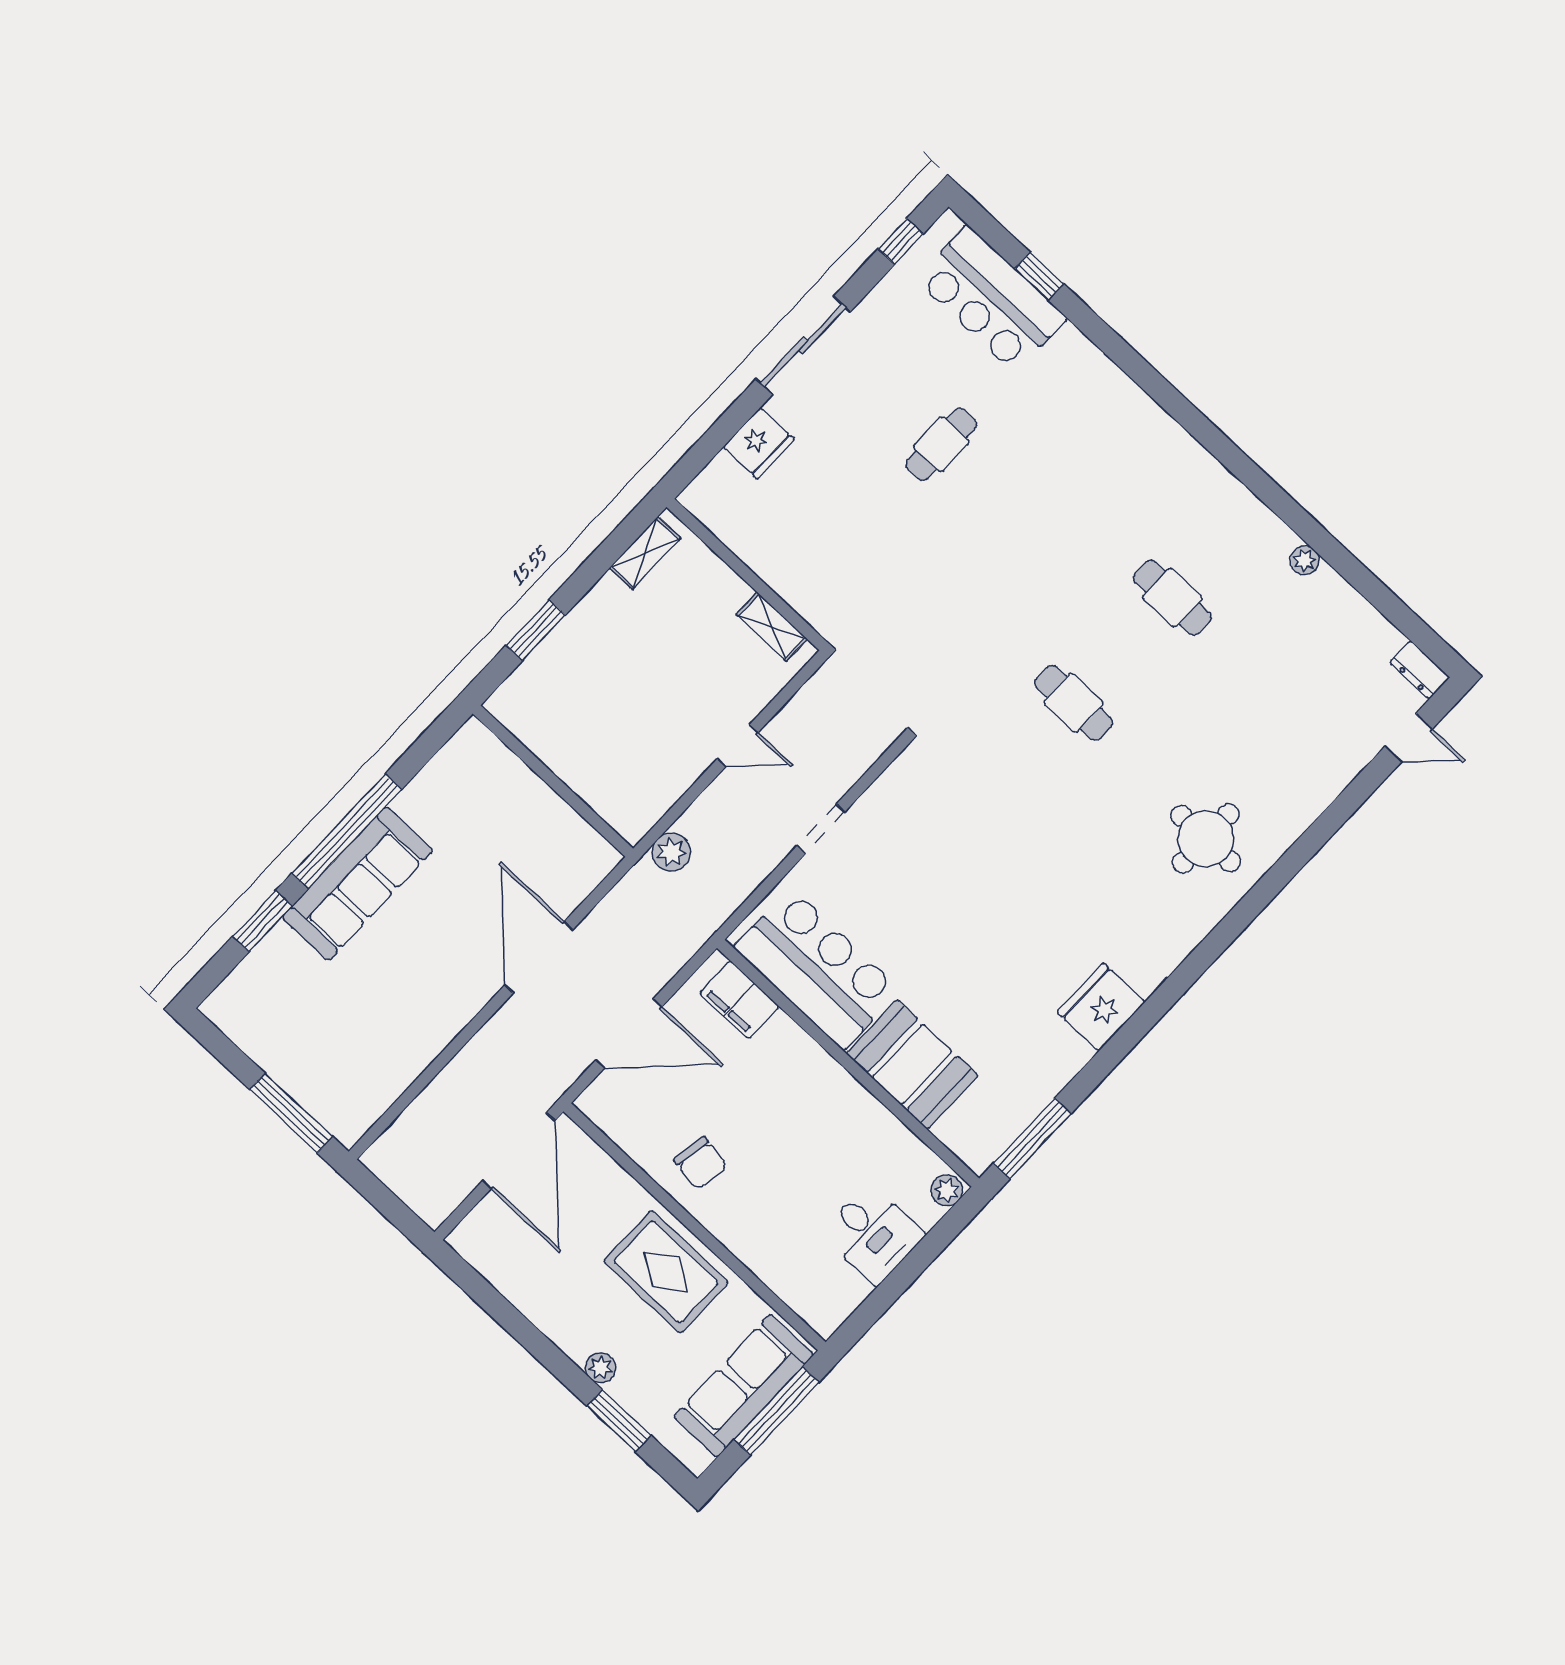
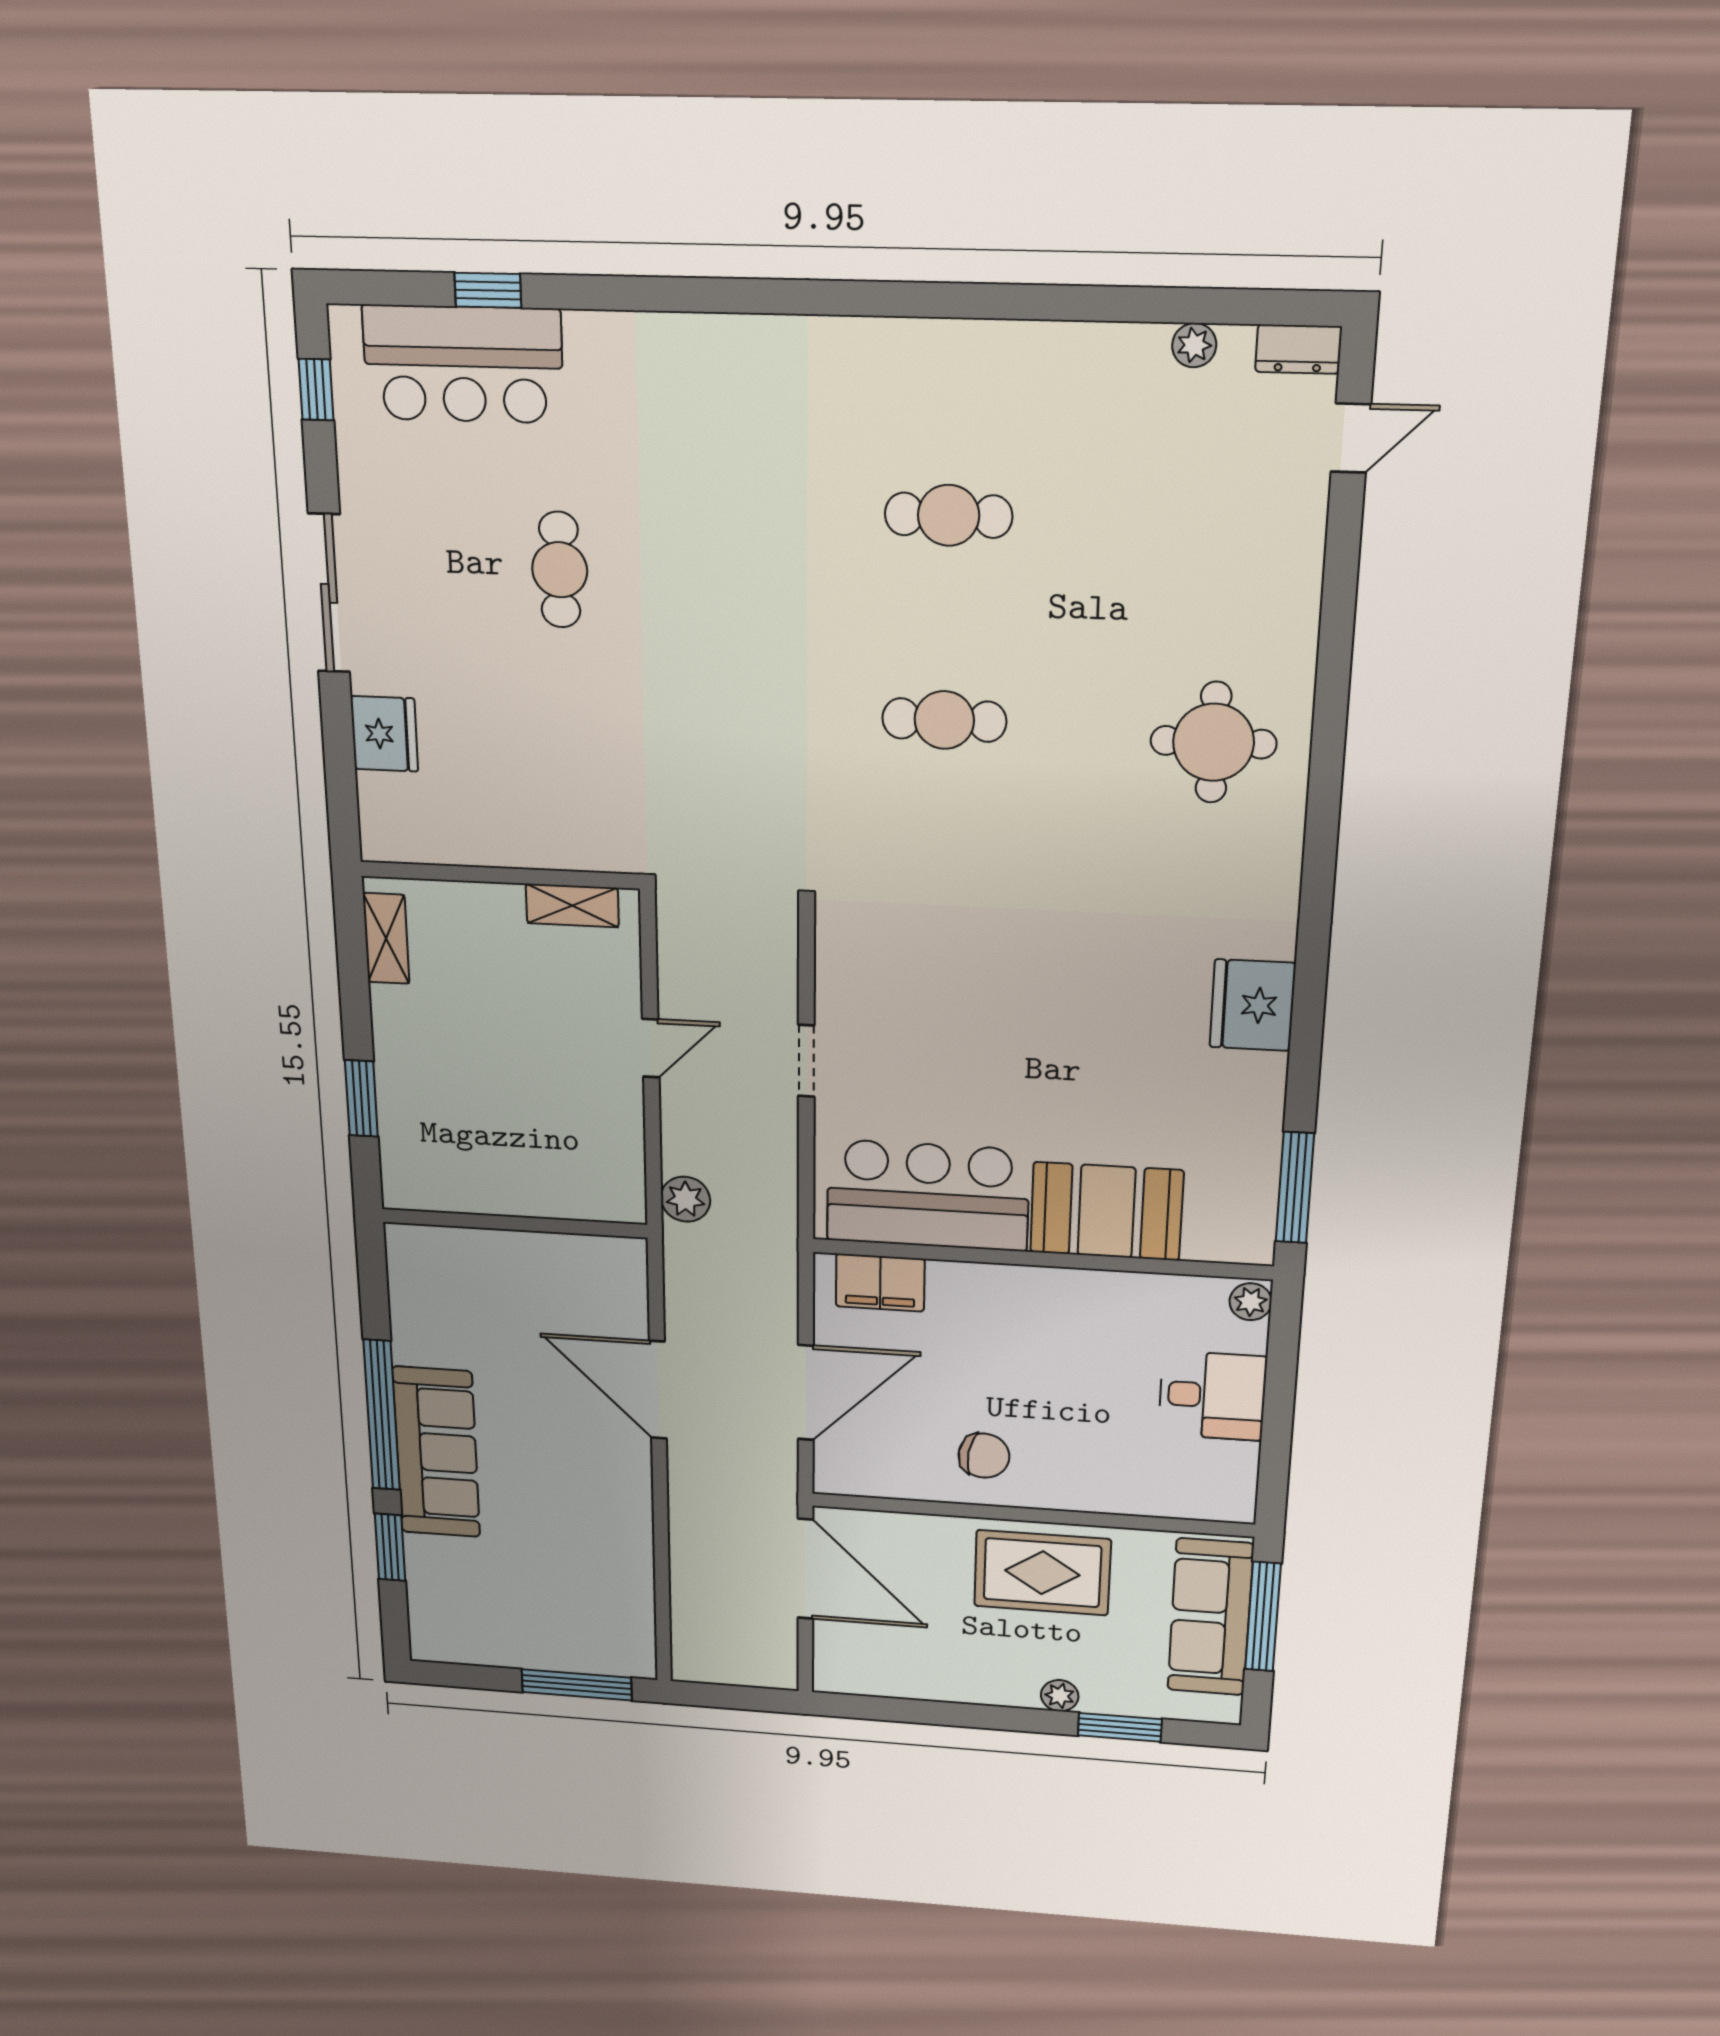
plant: (1305, 560) -> (1194, 345), moved

